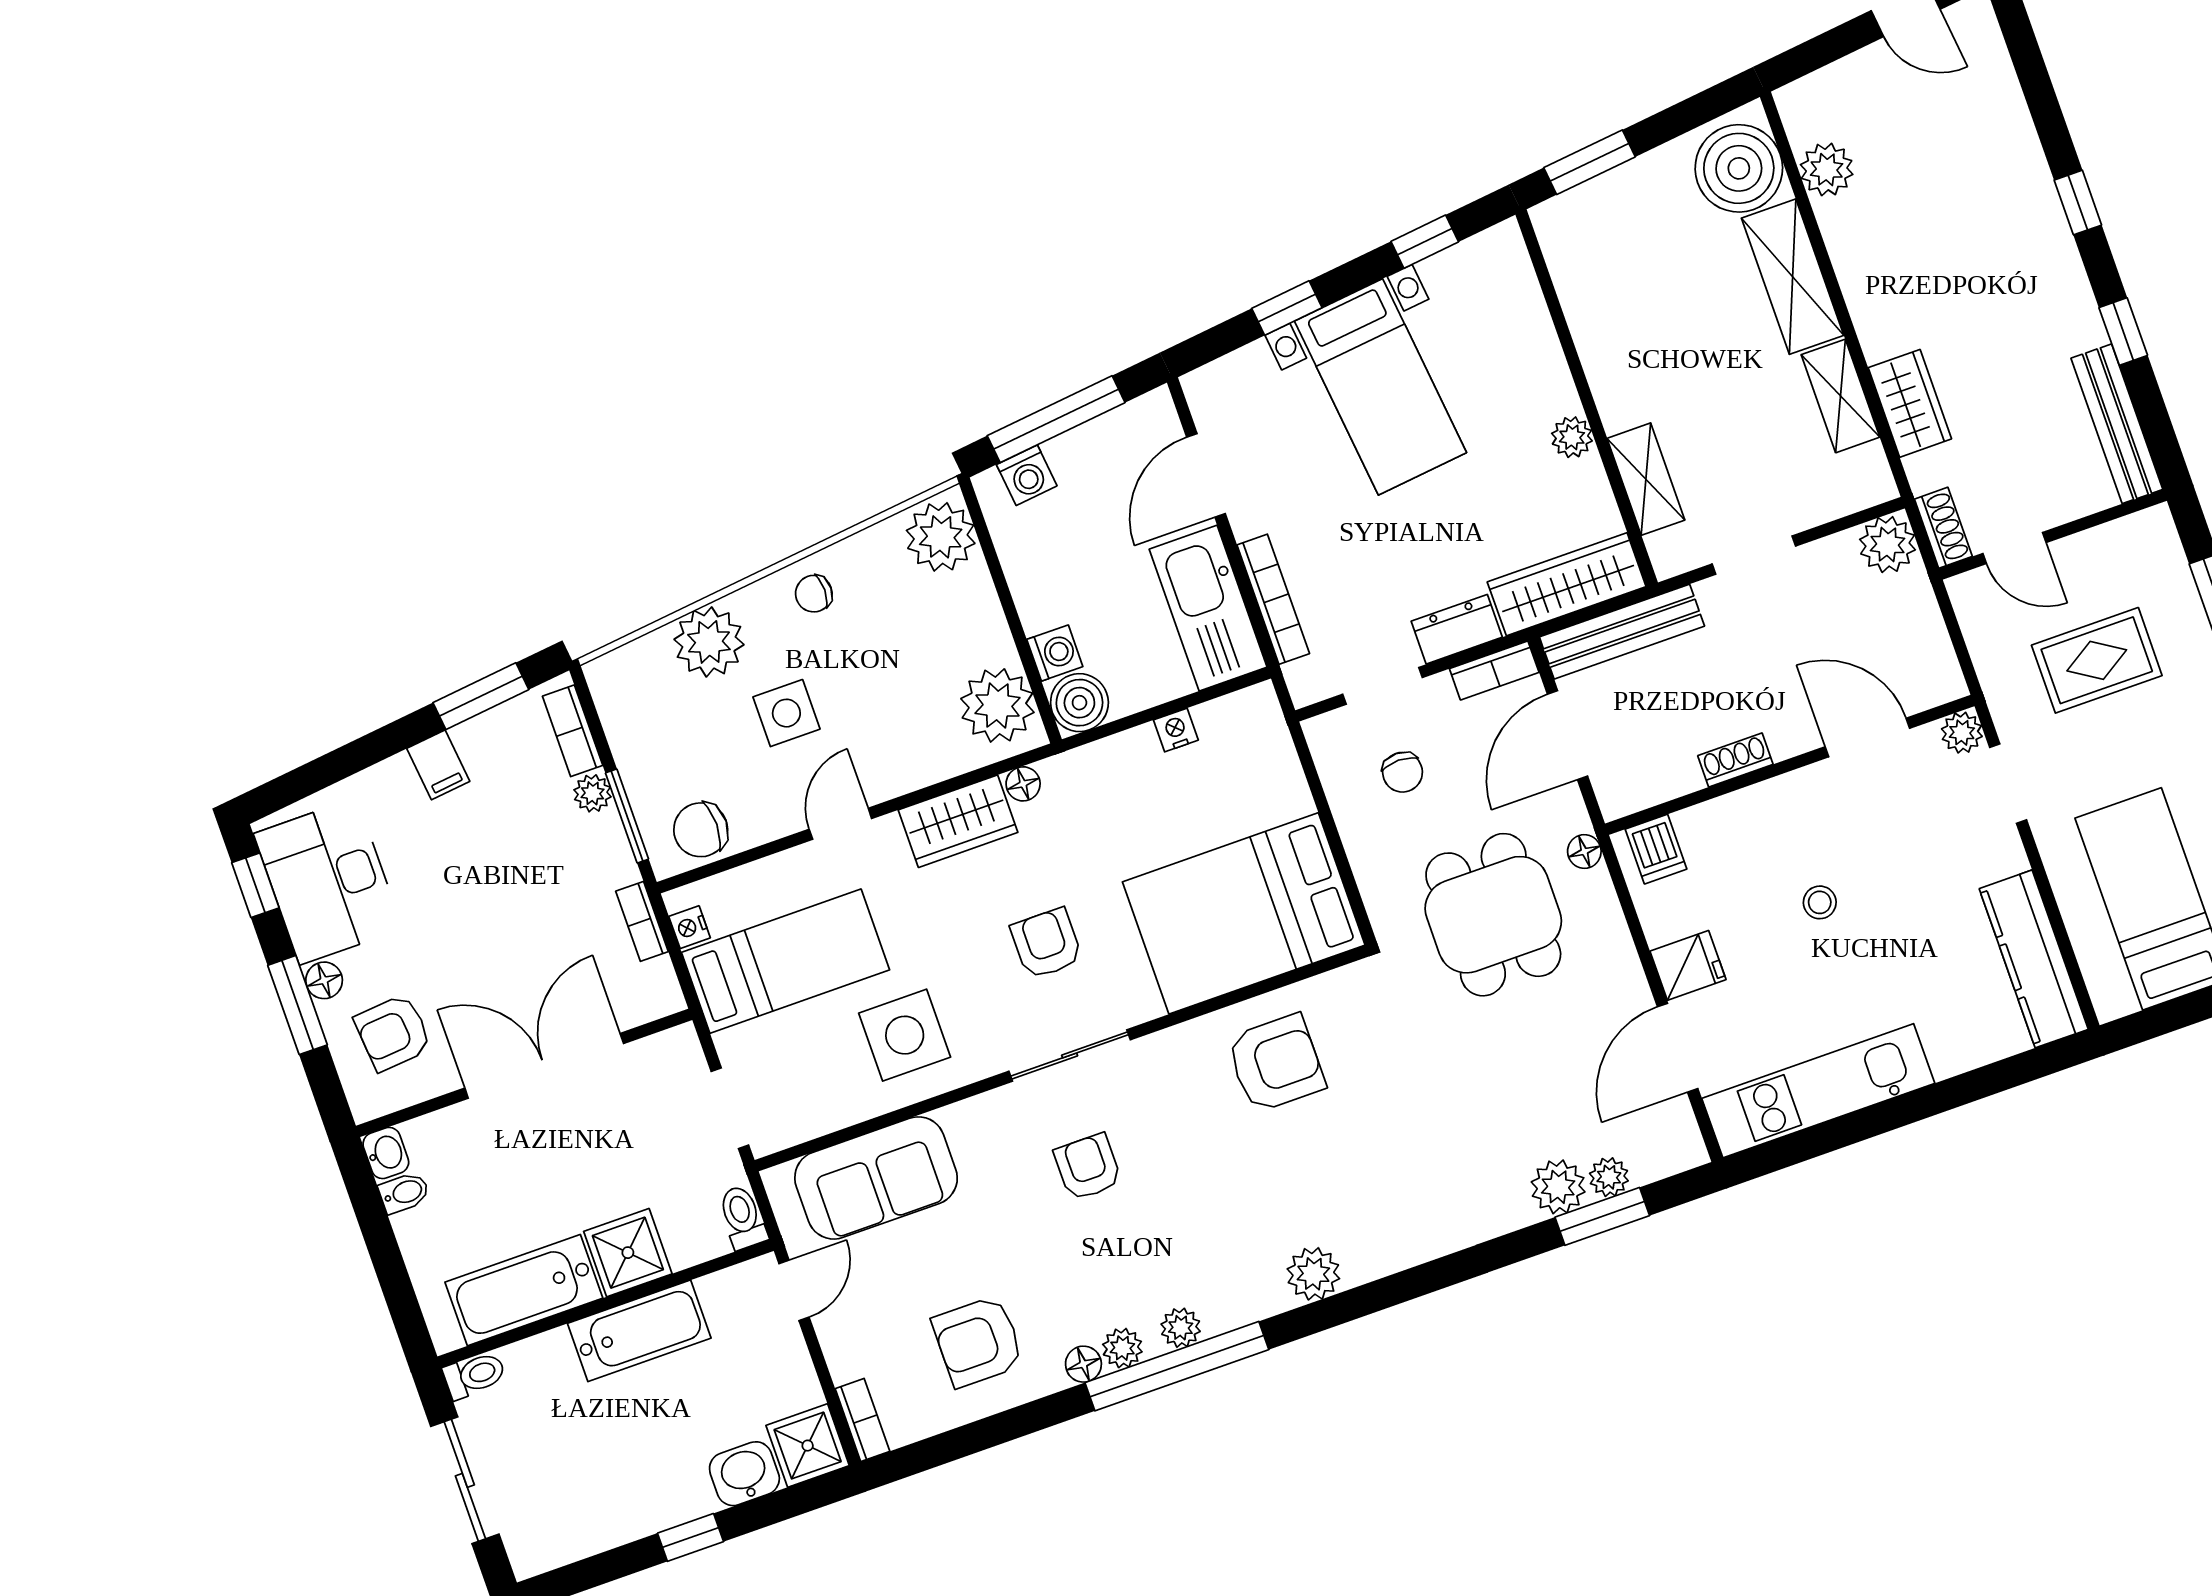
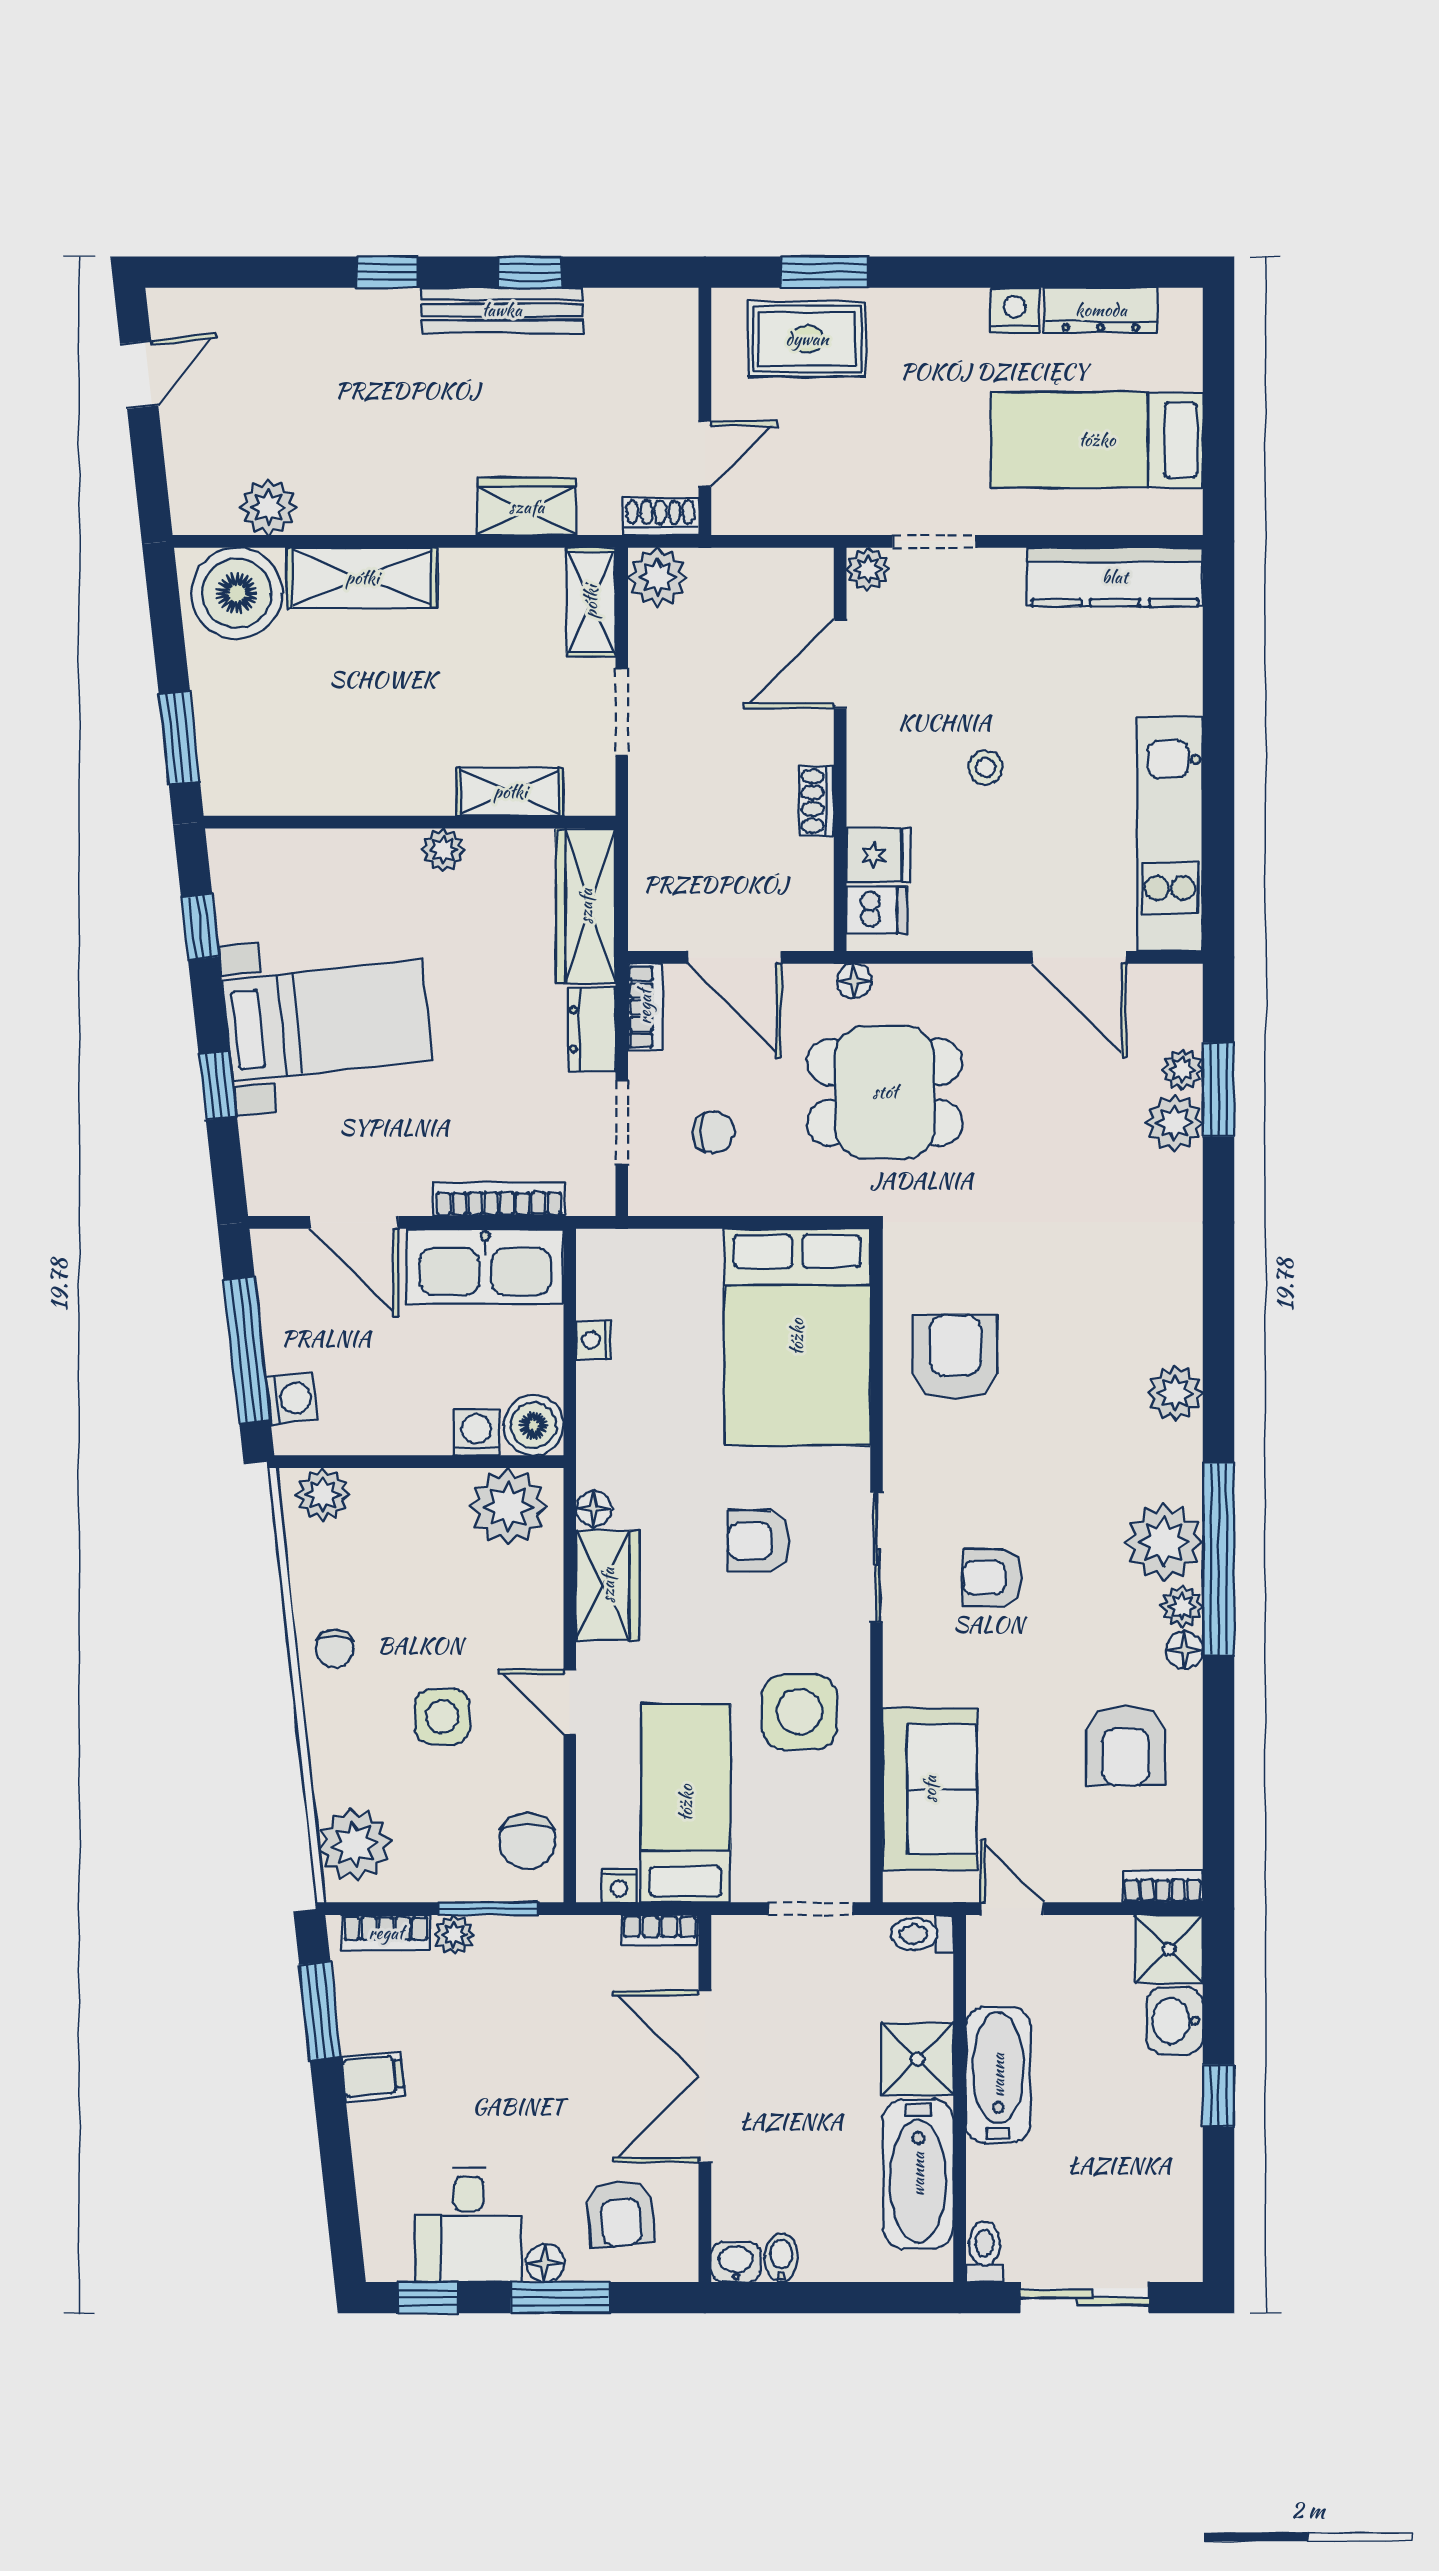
shelving: (1840, 396) -> (591, 602), moved, turned 90
bench: (2117, 424) -> (502, 310), moved
plant: (941, 537) -> (323, 1495), width x0.73, depth x0.73
bench: (1622, 632) -> (651, 868), removed
plant: (709, 642) -> (354, 1845), moved
rug: (2097, 660) -> (807, 339), moved, turned 90
desk: (328, 881) -> (469, 2225), width x0.73
bookcase: (642, 921) -> (660, 1930), moved
fridge: (1688, 965) -> (879, 855), moved, turned 90
plant: (1181, 1328) -> (1164, 1542), width x1.88, depth x1.88

